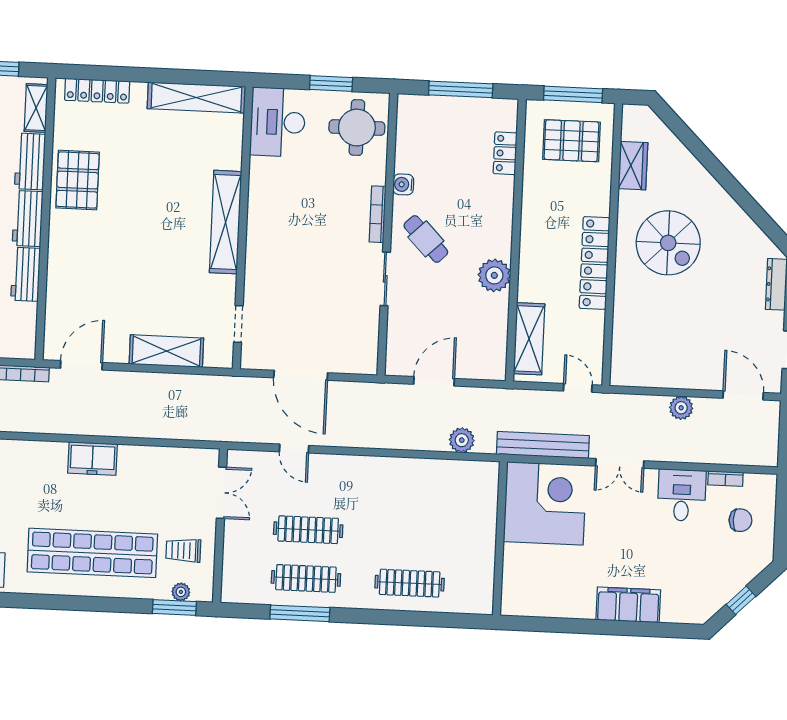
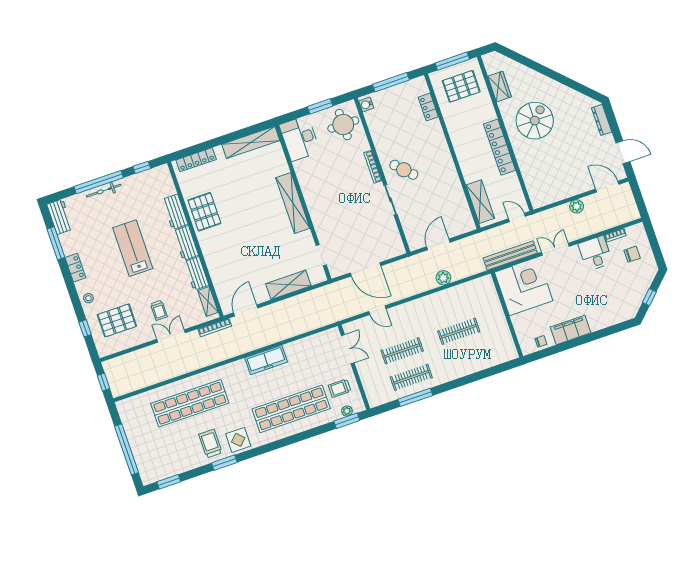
shelving: (36, 108) -> (208, 301), moved
water cooler: (403, 184) -> (366, 105), moved
spiral stairs: (668, 243) -> (535, 121), turned -90
plant: (494, 275) -> (448, 175), removed
plant: (462, 440) -> (443, 278), moved
freezer: (93, 459) -> (266, 360), width x1.40
double door: (620, 463) -> (555, 249), swing flipped
clothes rail: (410, 583) -> (459, 331), moved
chair: (538, 603) -> (541, 341), added
filing cabinet: (628, 605) -> (571, 330), moved

